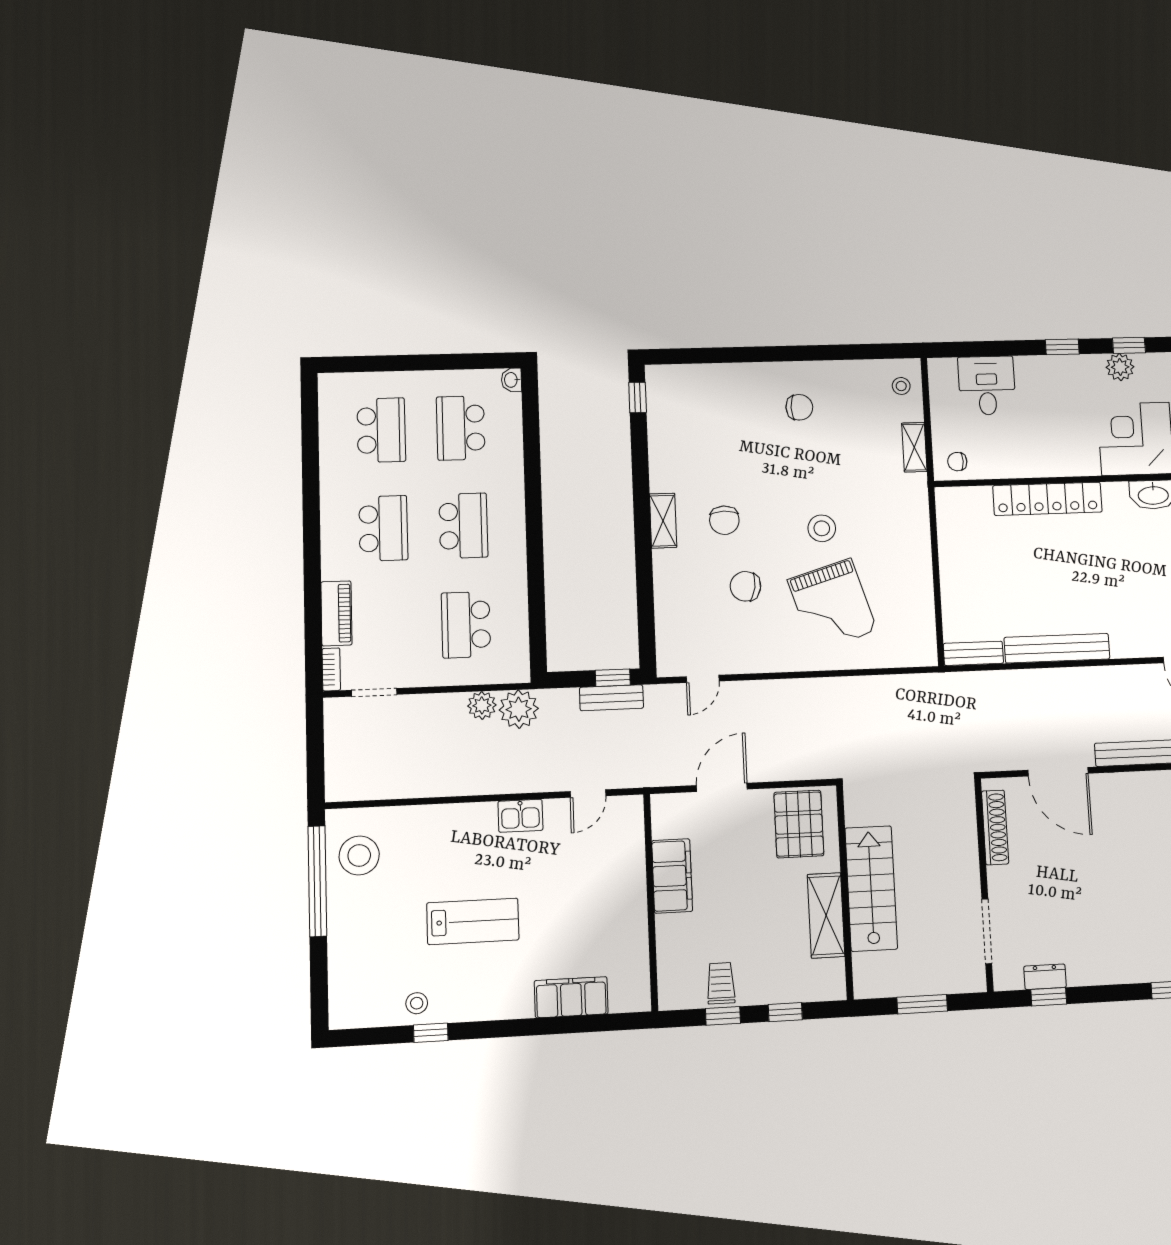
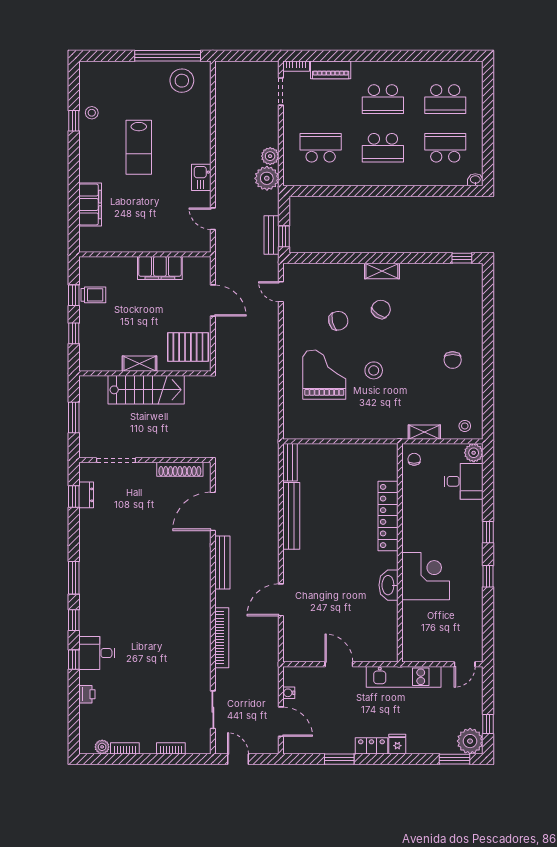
plant: (1120, 367) -> (474, 453), moved
chair: (724, 520) -> (381, 309), turned 125
chair: (745, 586) -> (338, 321), turned 67
grand piano: (832, 605) -> (324, 375), turned 107
shelving: (826, 915) -> (140, 364), width x0.67, depth x0.75

